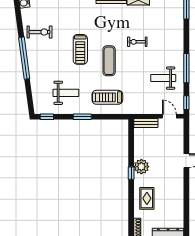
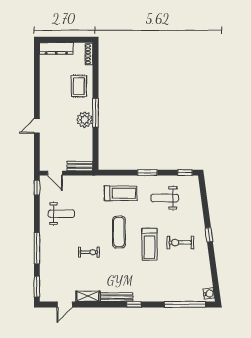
exercise bike: (40, 32) -> (180, 243), moved
treadmill: (80, 49) -> (149, 244), turned 180
window: (24, 58) -> (209, 235), width x0.32
window: (186, 68) -> (37, 248), moved
window: (131, 173) -> (95, 113), width x2.17

